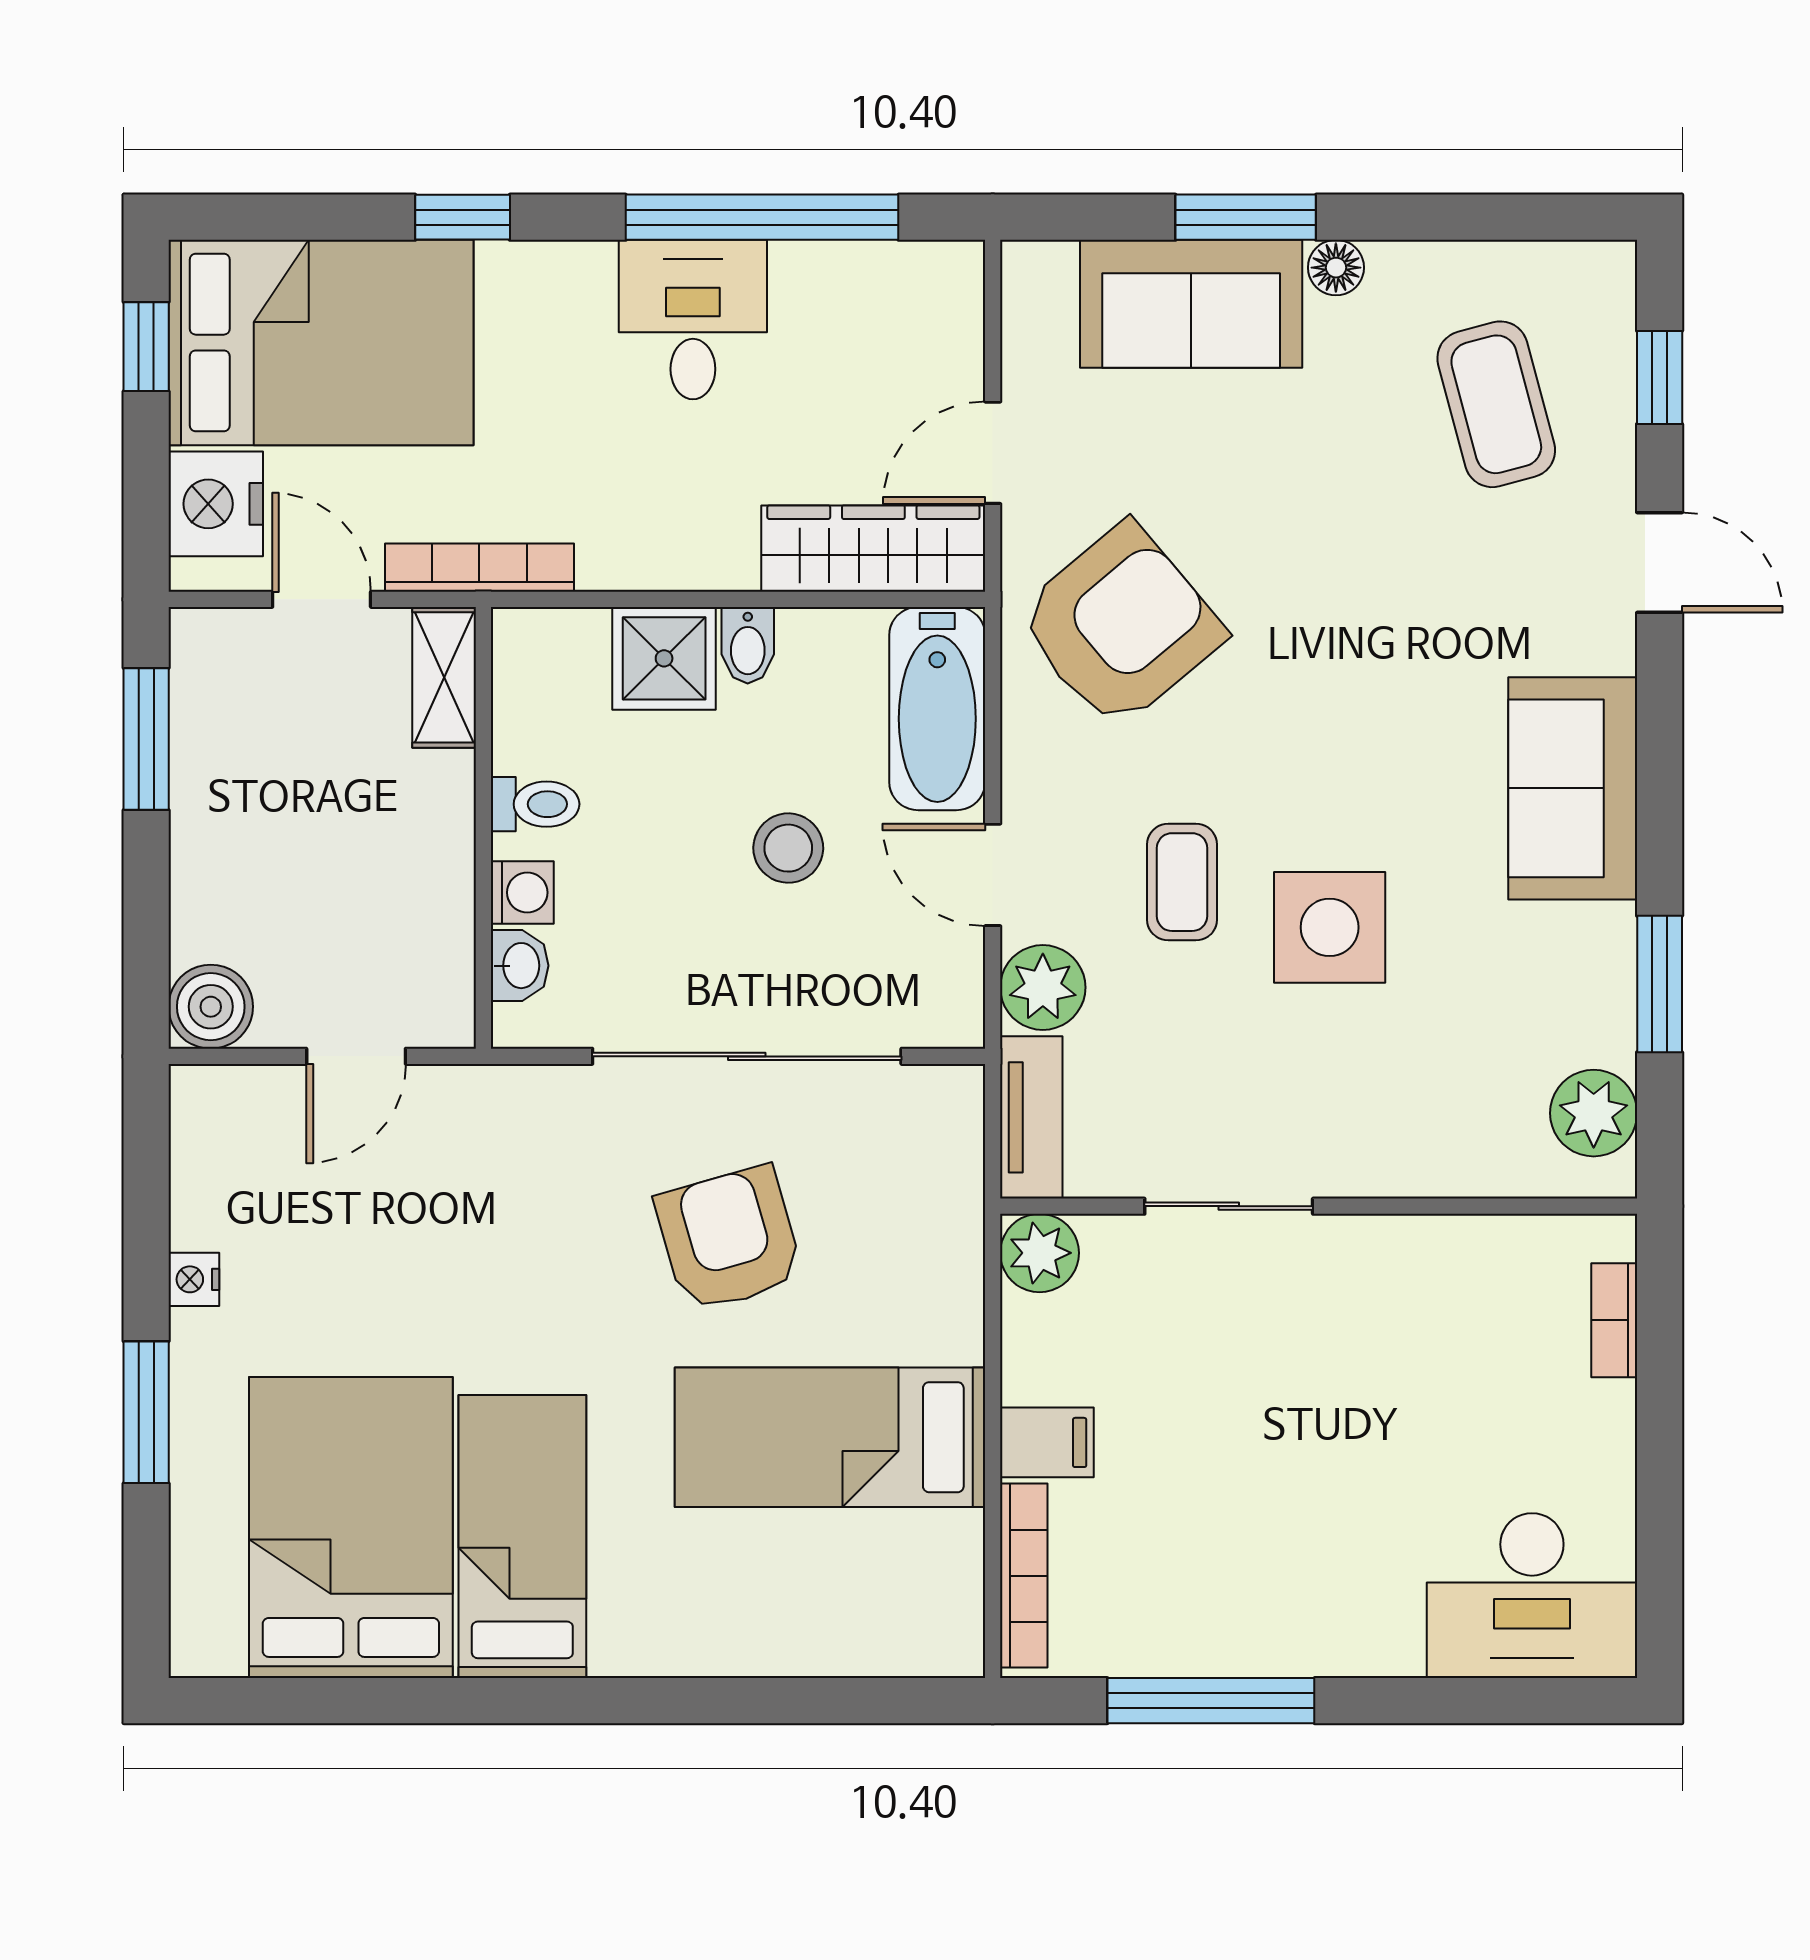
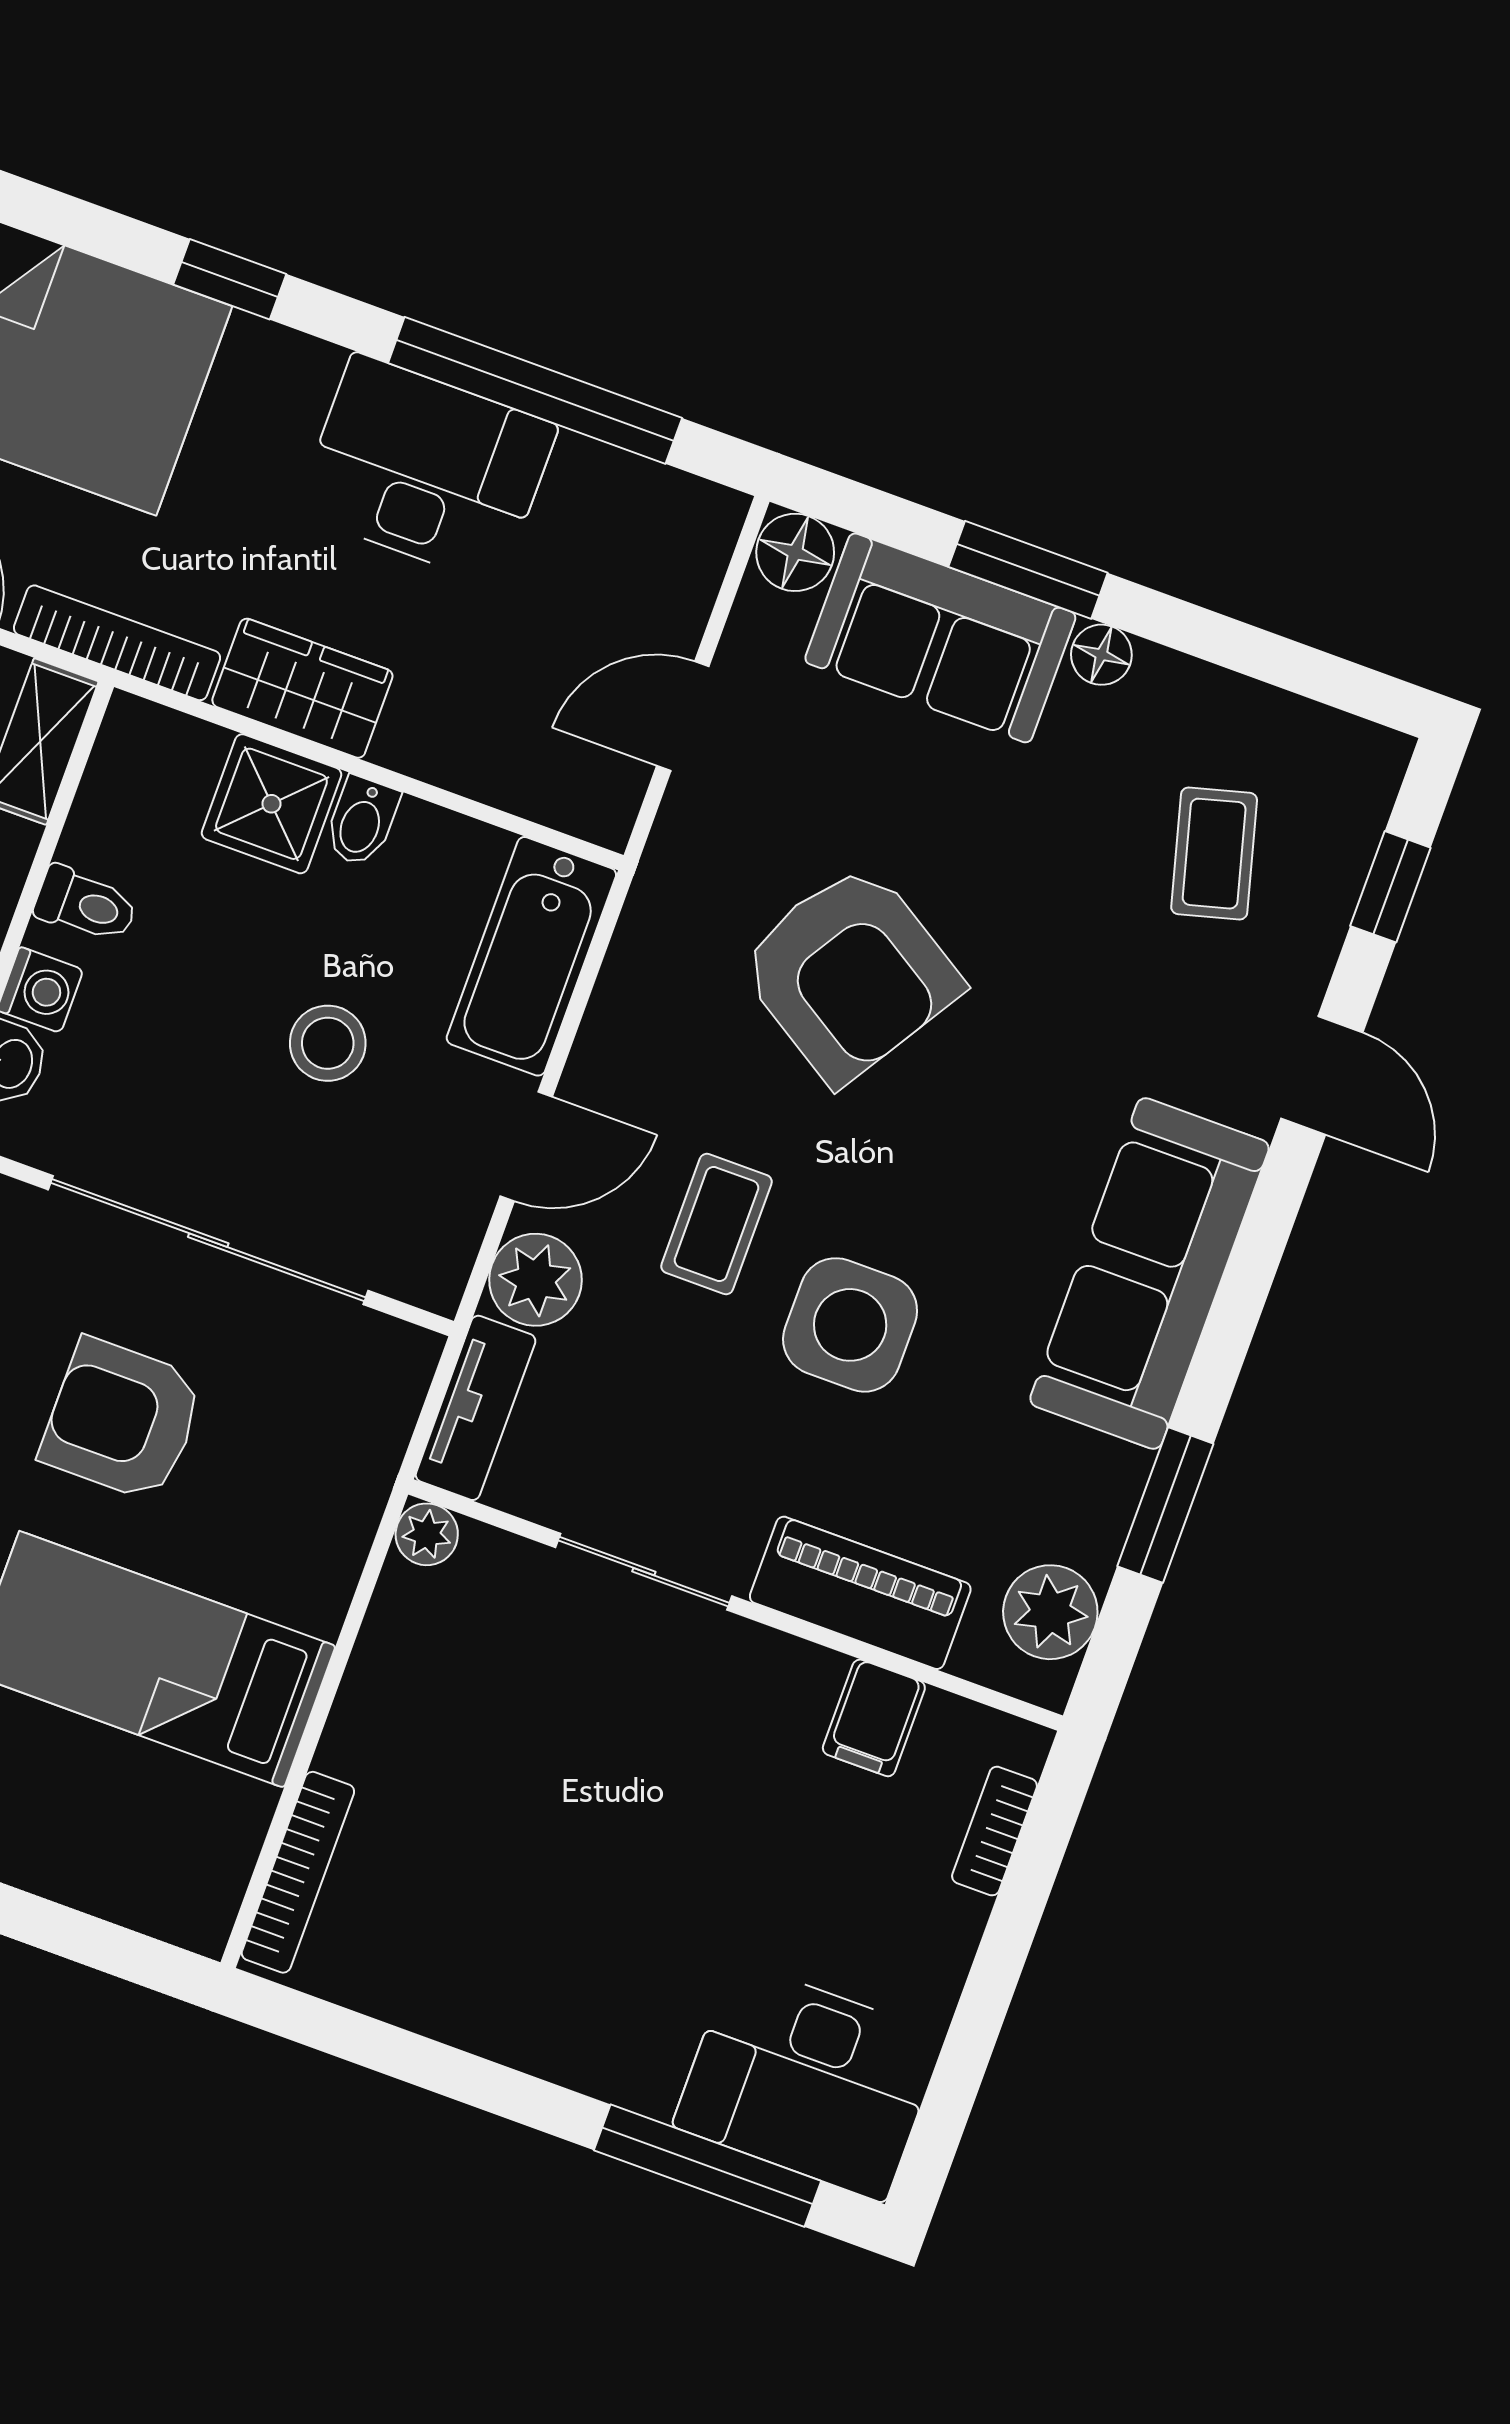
floor lamp: (1038, 275) -> (795, 552), added
desk: (693, 320) -> (427, 469), width x1.37
coffee table: (1496, 404) -> (1214, 854), width x0.73, depth x0.77
wardrobe: (873, 549) -> (302, 688), moved, width x0.67
armchair: (1120, 626) -> (850, 973), moved, turned 72
sofa: (1573, 788) -> (1149, 1274), width x1.36
door: (993, 875) -> (526, 1146), swing flipped
piano: (1423, 1156) -> (860, 1593), added
armchair: (729, 1239) -> (122, 1420), turned -74
plant: (1040, 1253) -> (427, 1534), width x0.73, depth x0.73
filing cabinet: (1047, 1442) -> (874, 1718), moved, turned 90
window: (1211, 1701) -> (708, 2166), moved

